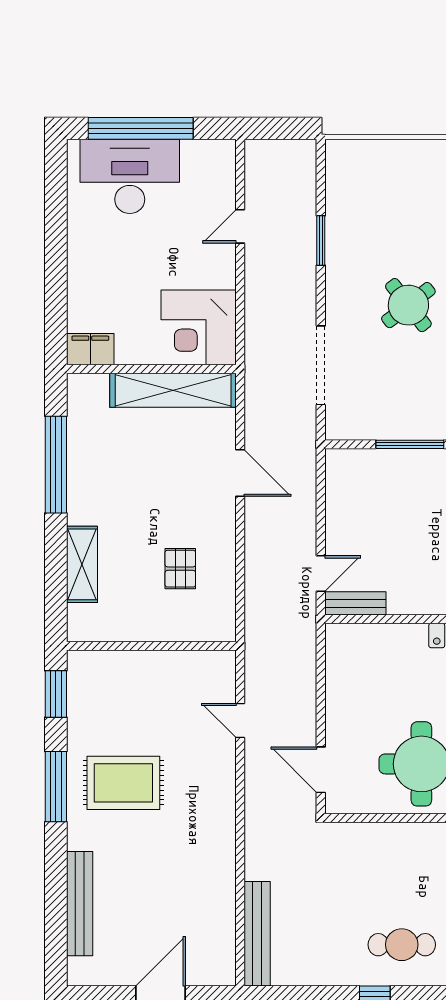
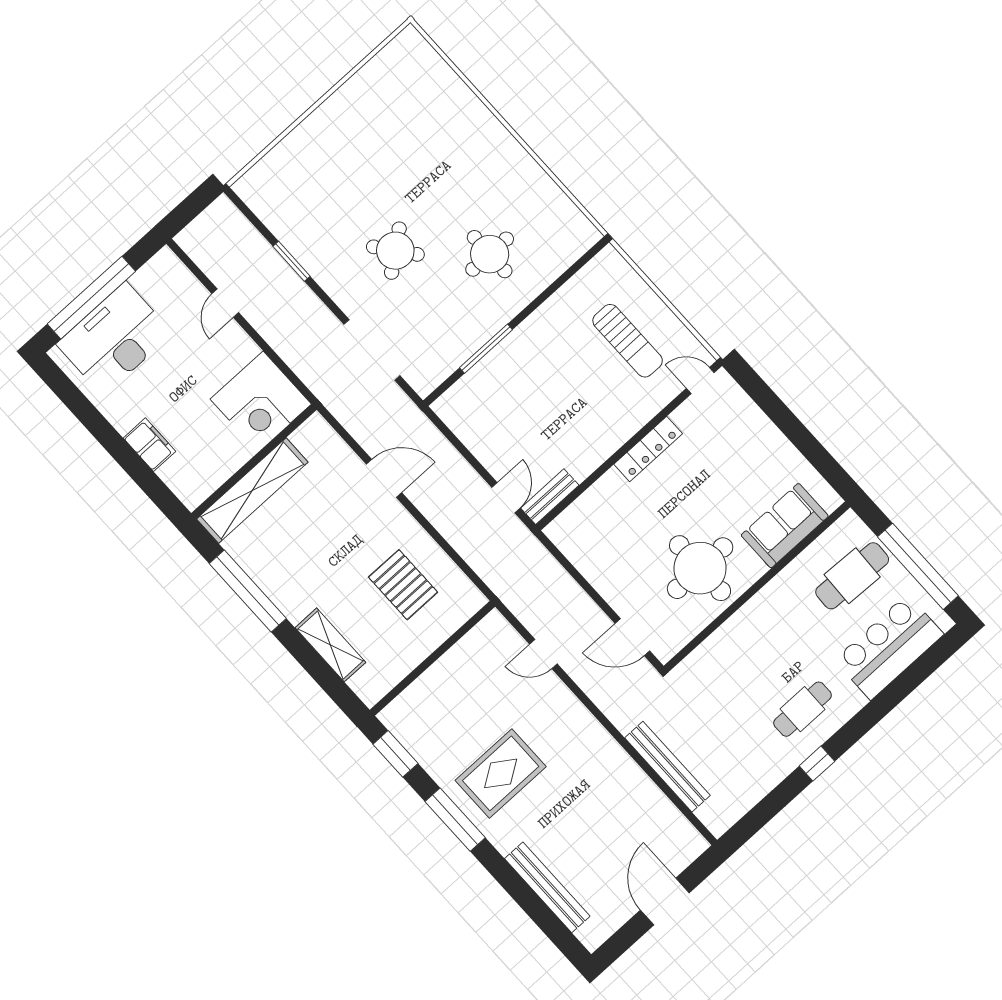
filing cabinet: (90, 349) -> (149, 445), moved, turned 90
shelving: (173, 390) -> (252, 491), moved
pallet: (180, 569) -> (403, 585), width x1.50, depth x1.42
bench: (257, 934) -> (667, 767), moved

